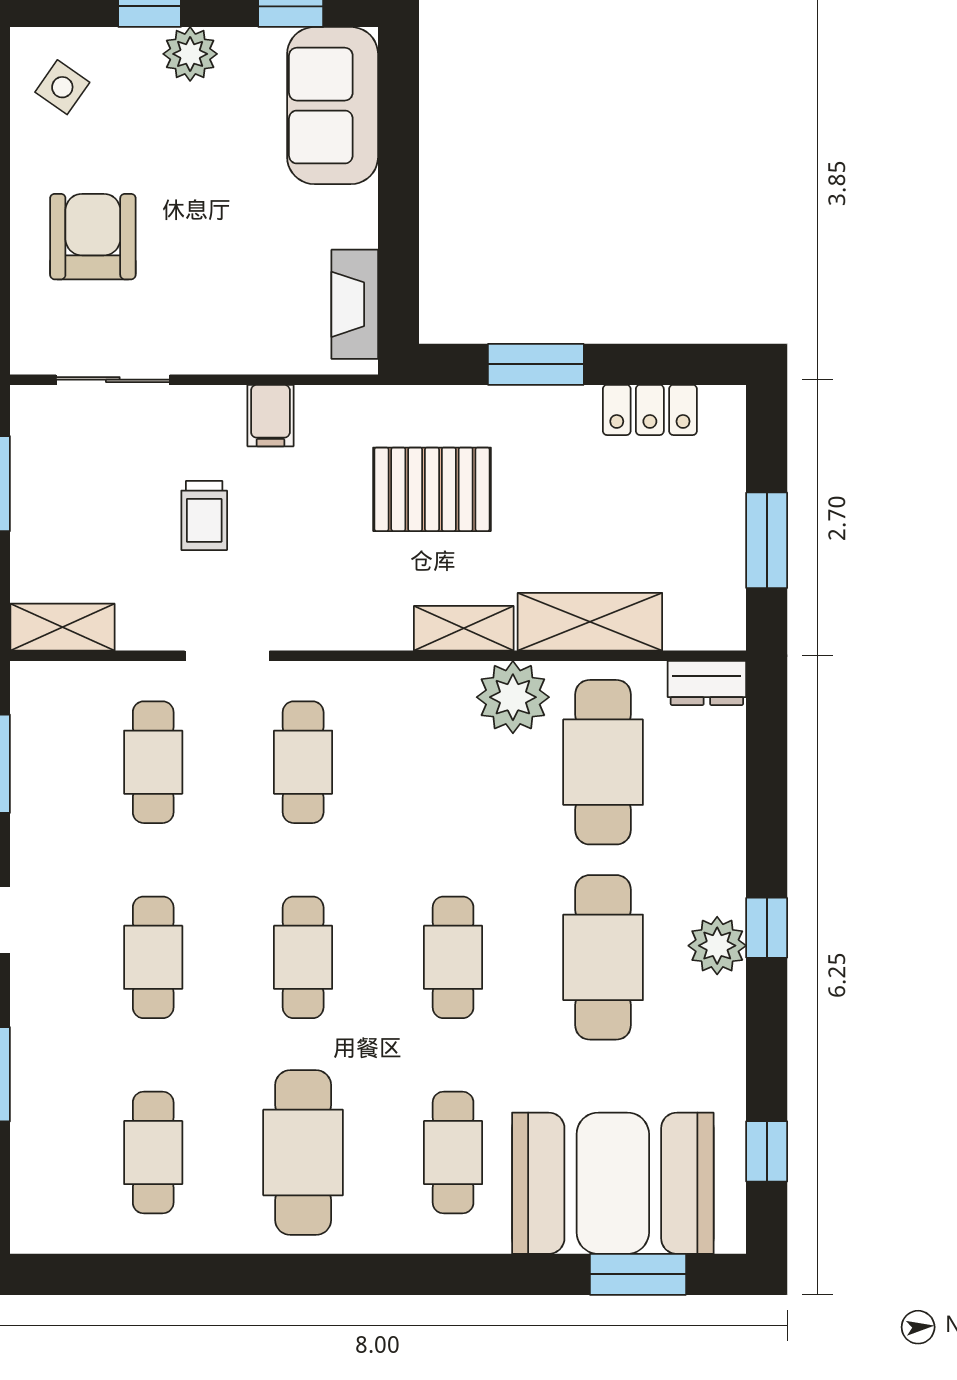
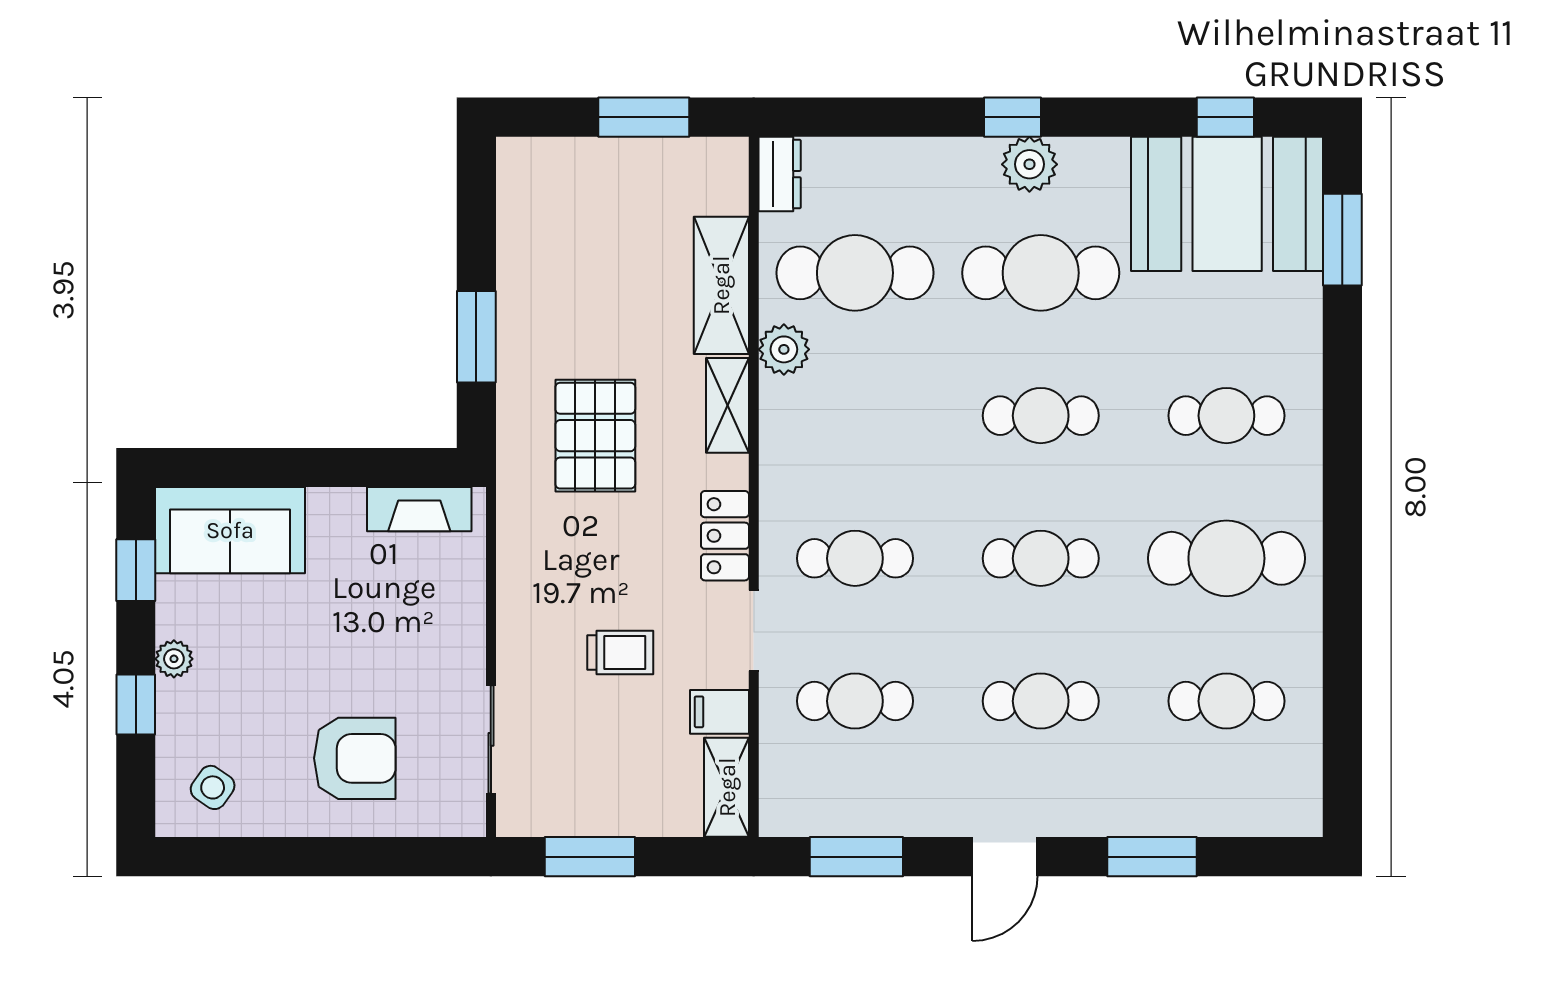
plant: (190, 54) -> (174, 659), width x0.73, depth x0.73
armchair: (93, 237) -> (355, 758), turned 180
locker: (650, 410) -> (725, 536), moved, turned 180
filing cabinet: (270, 416) -> (720, 712), moved, turned 180
plant: (513, 697) -> (784, 349), width x0.73, depth x0.73
booth: (613, 1183) -> (1227, 204), moved, turned 90

